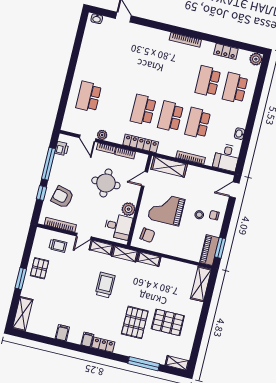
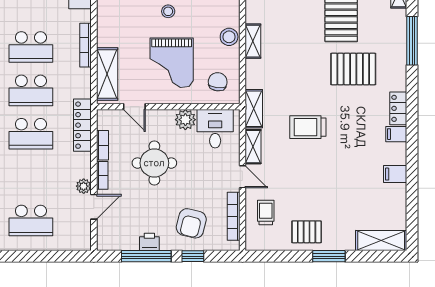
printer: (62, 149) -> (149, 242), moved
stool: (174, 249) -> (229, 37), added
shelving: (149, 259) -> (253, 41), moved

